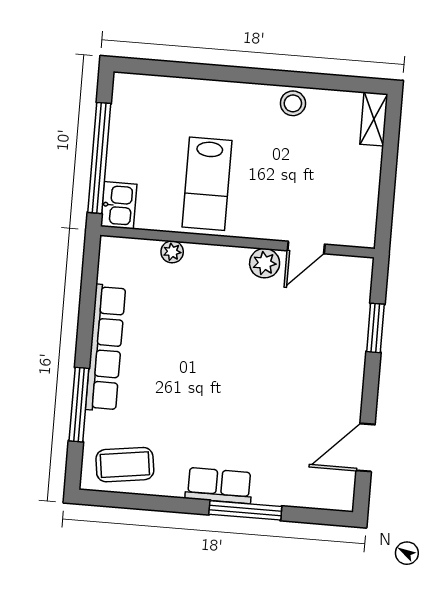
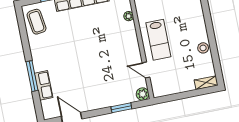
lab bench: (207, 184) -> (158, 40), moved, turned -90
plant: (265, 263) -> (143, 94), moved
row of seats: (219, 485) -> (44, 85), moved

